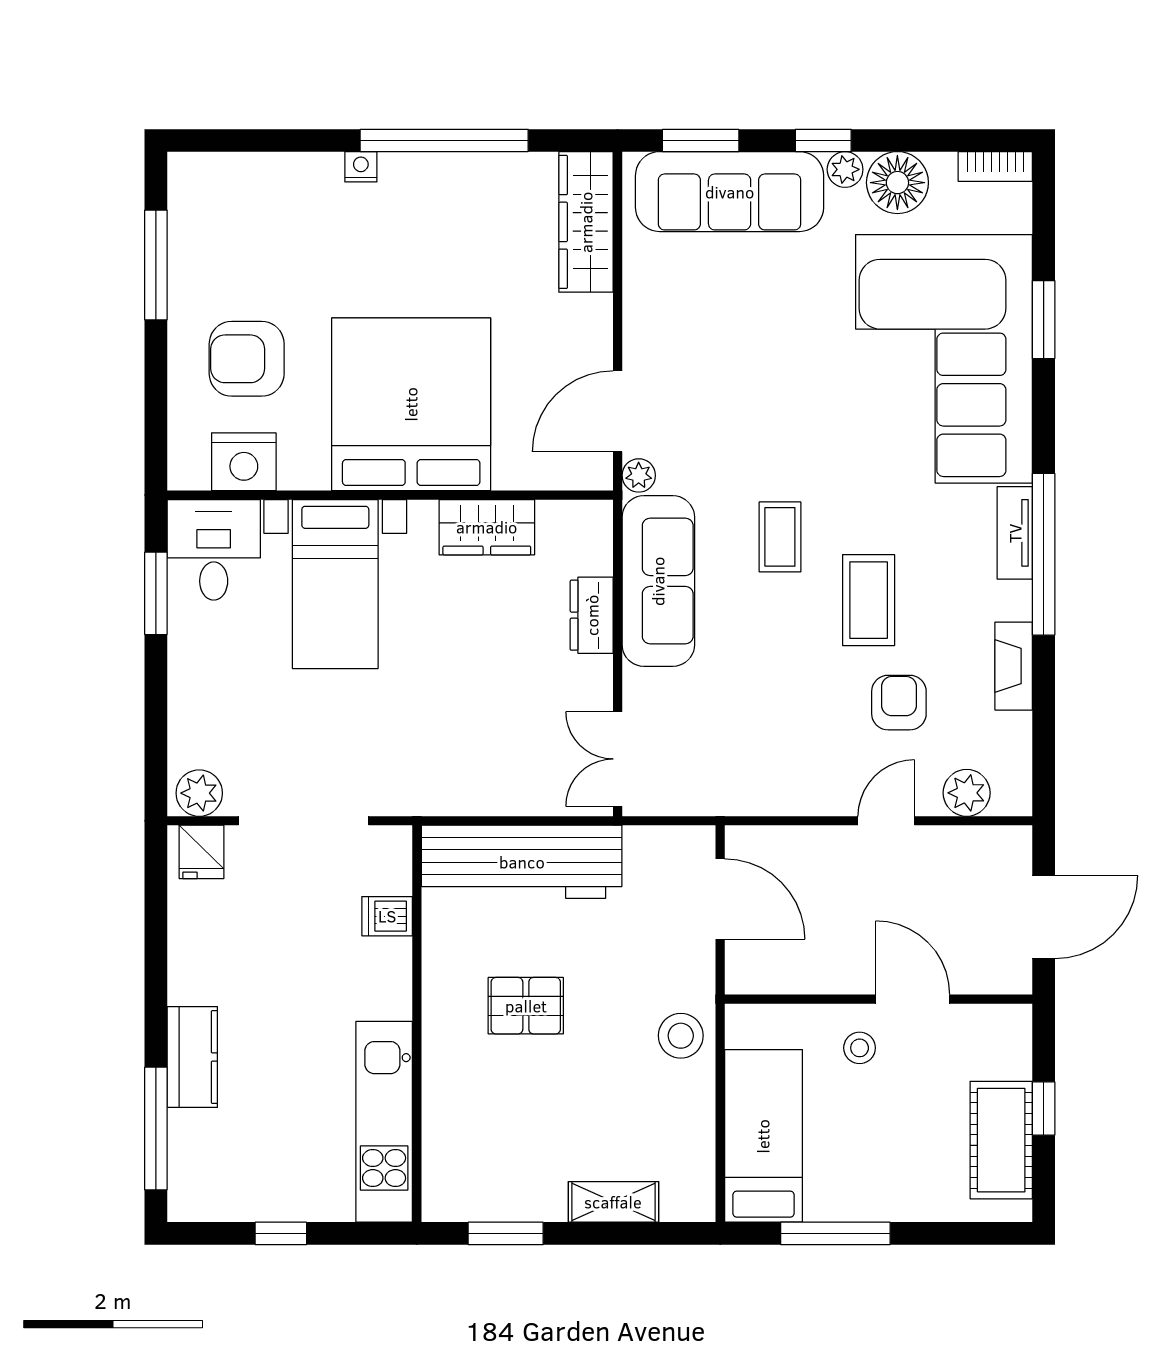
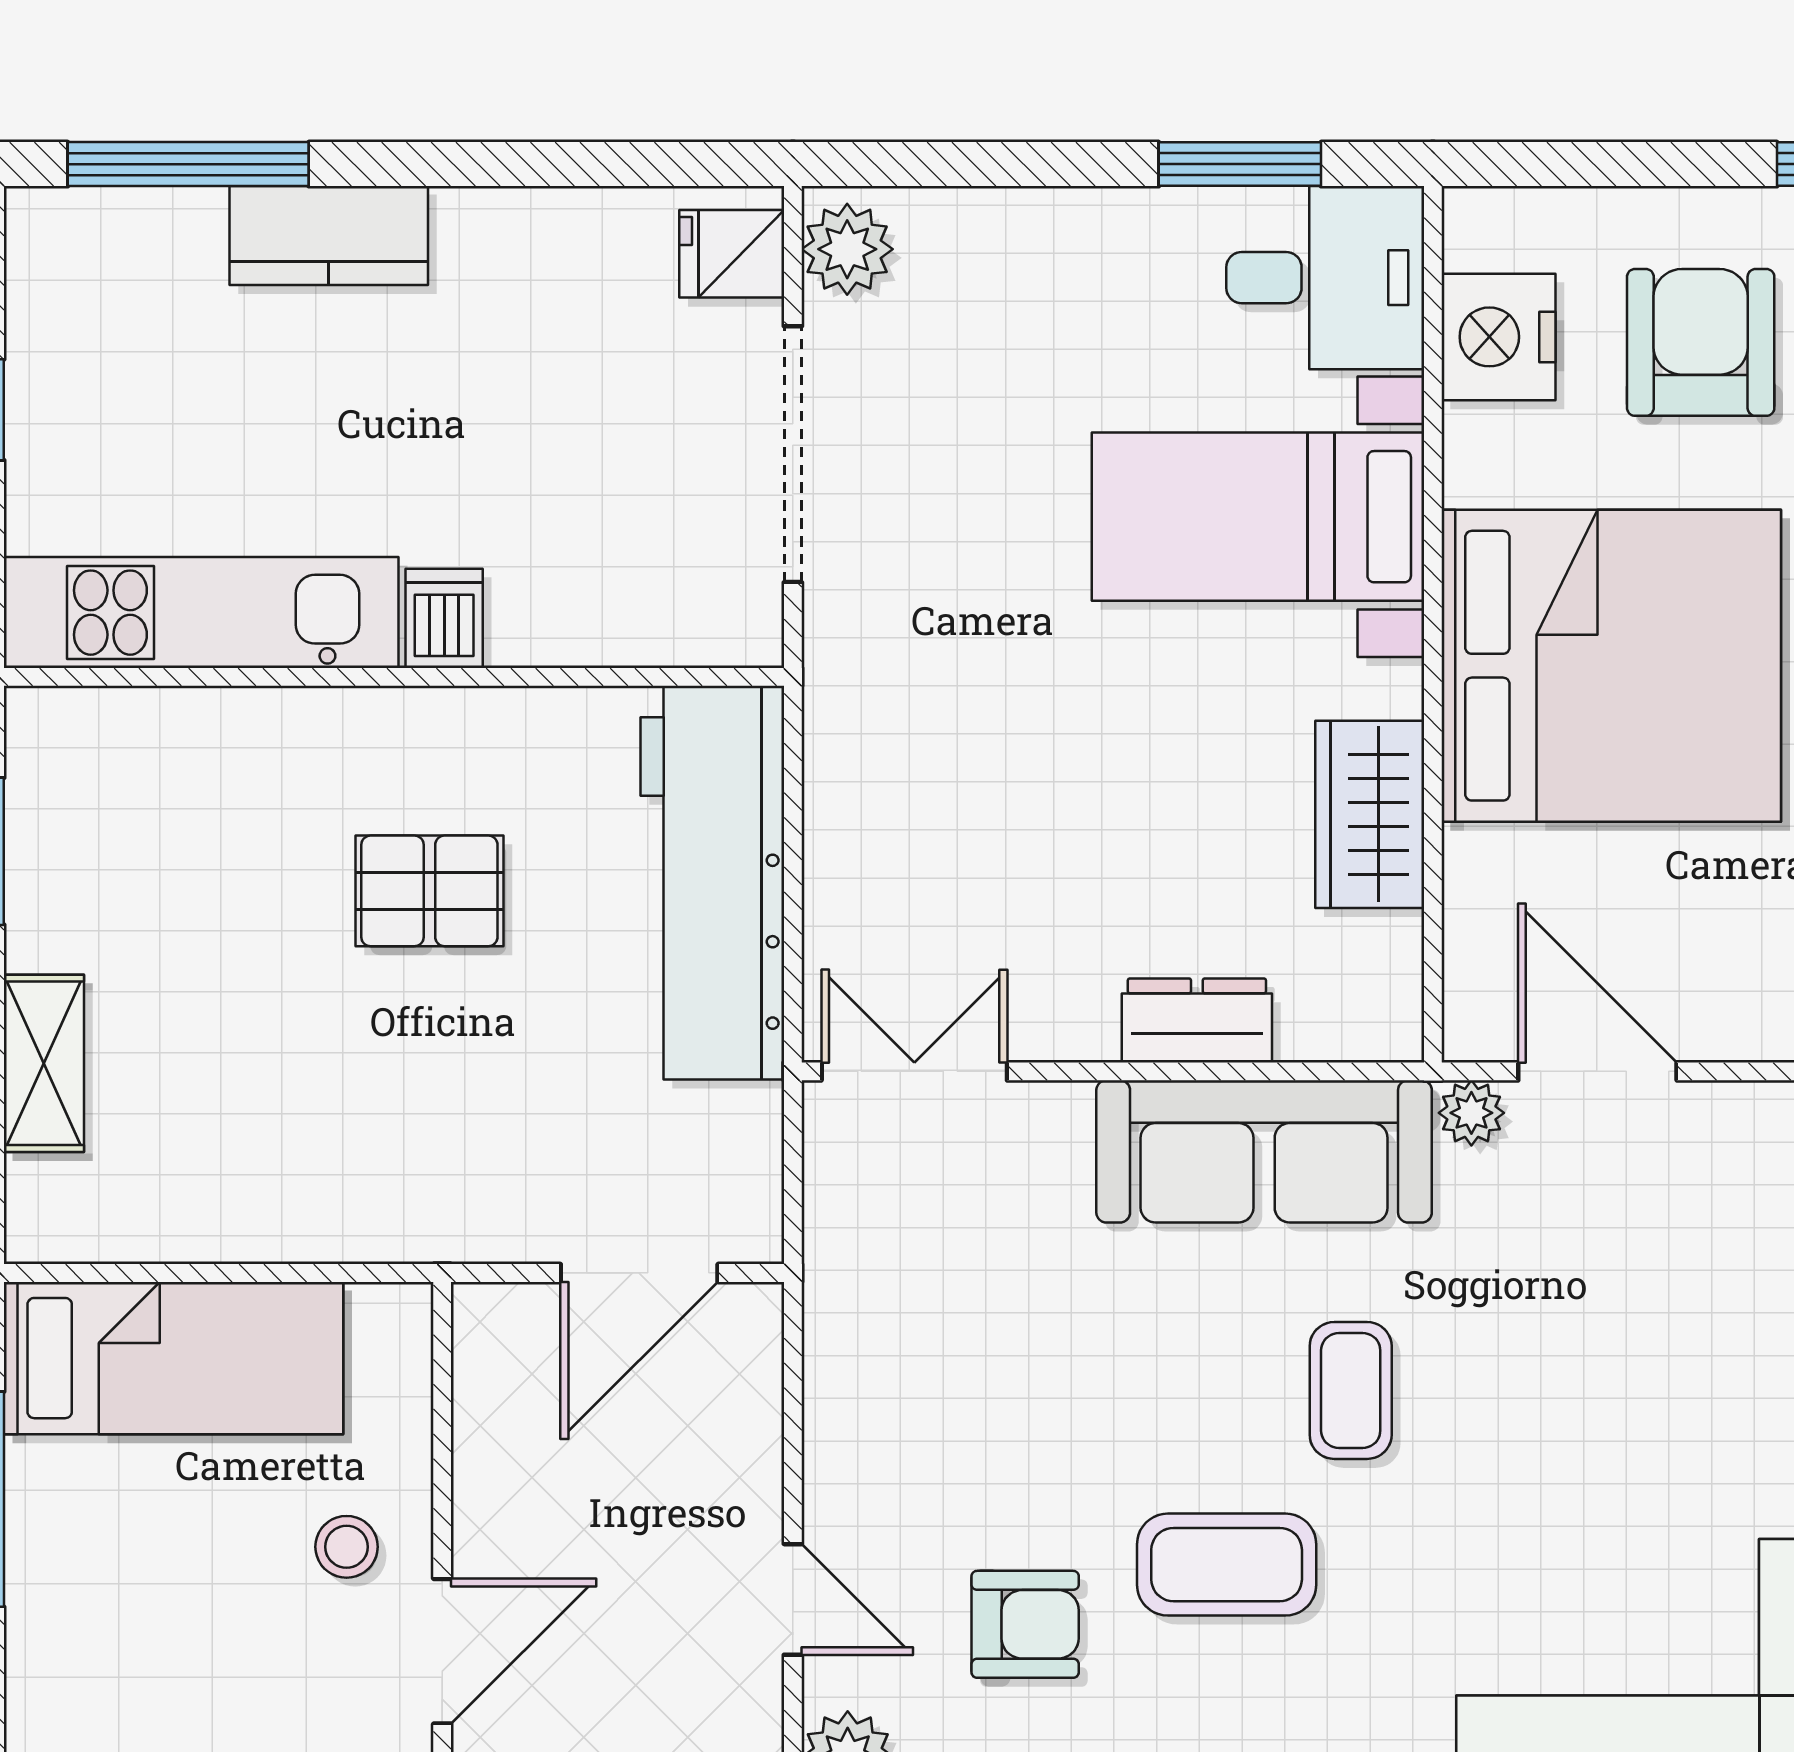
coffee table: (780, 537) -> (1351, 1390), turned 90
dishwasher: (387, 916) -> (444, 618), moved
pallet: (526, 1006) -> (429, 891), turned 90
stool: (681, 1036) -> (370, 1195), removed

